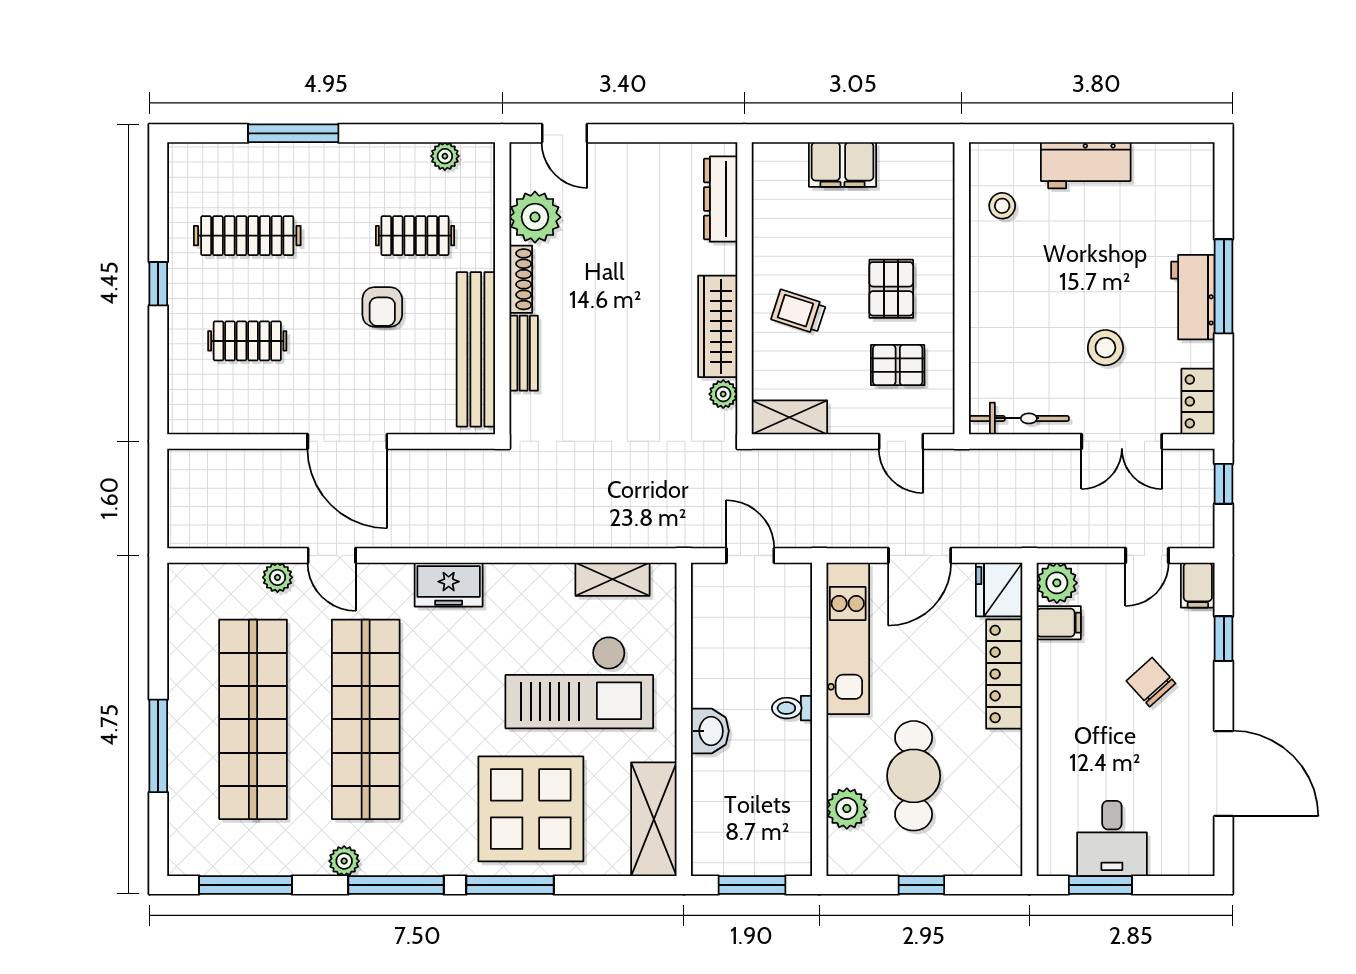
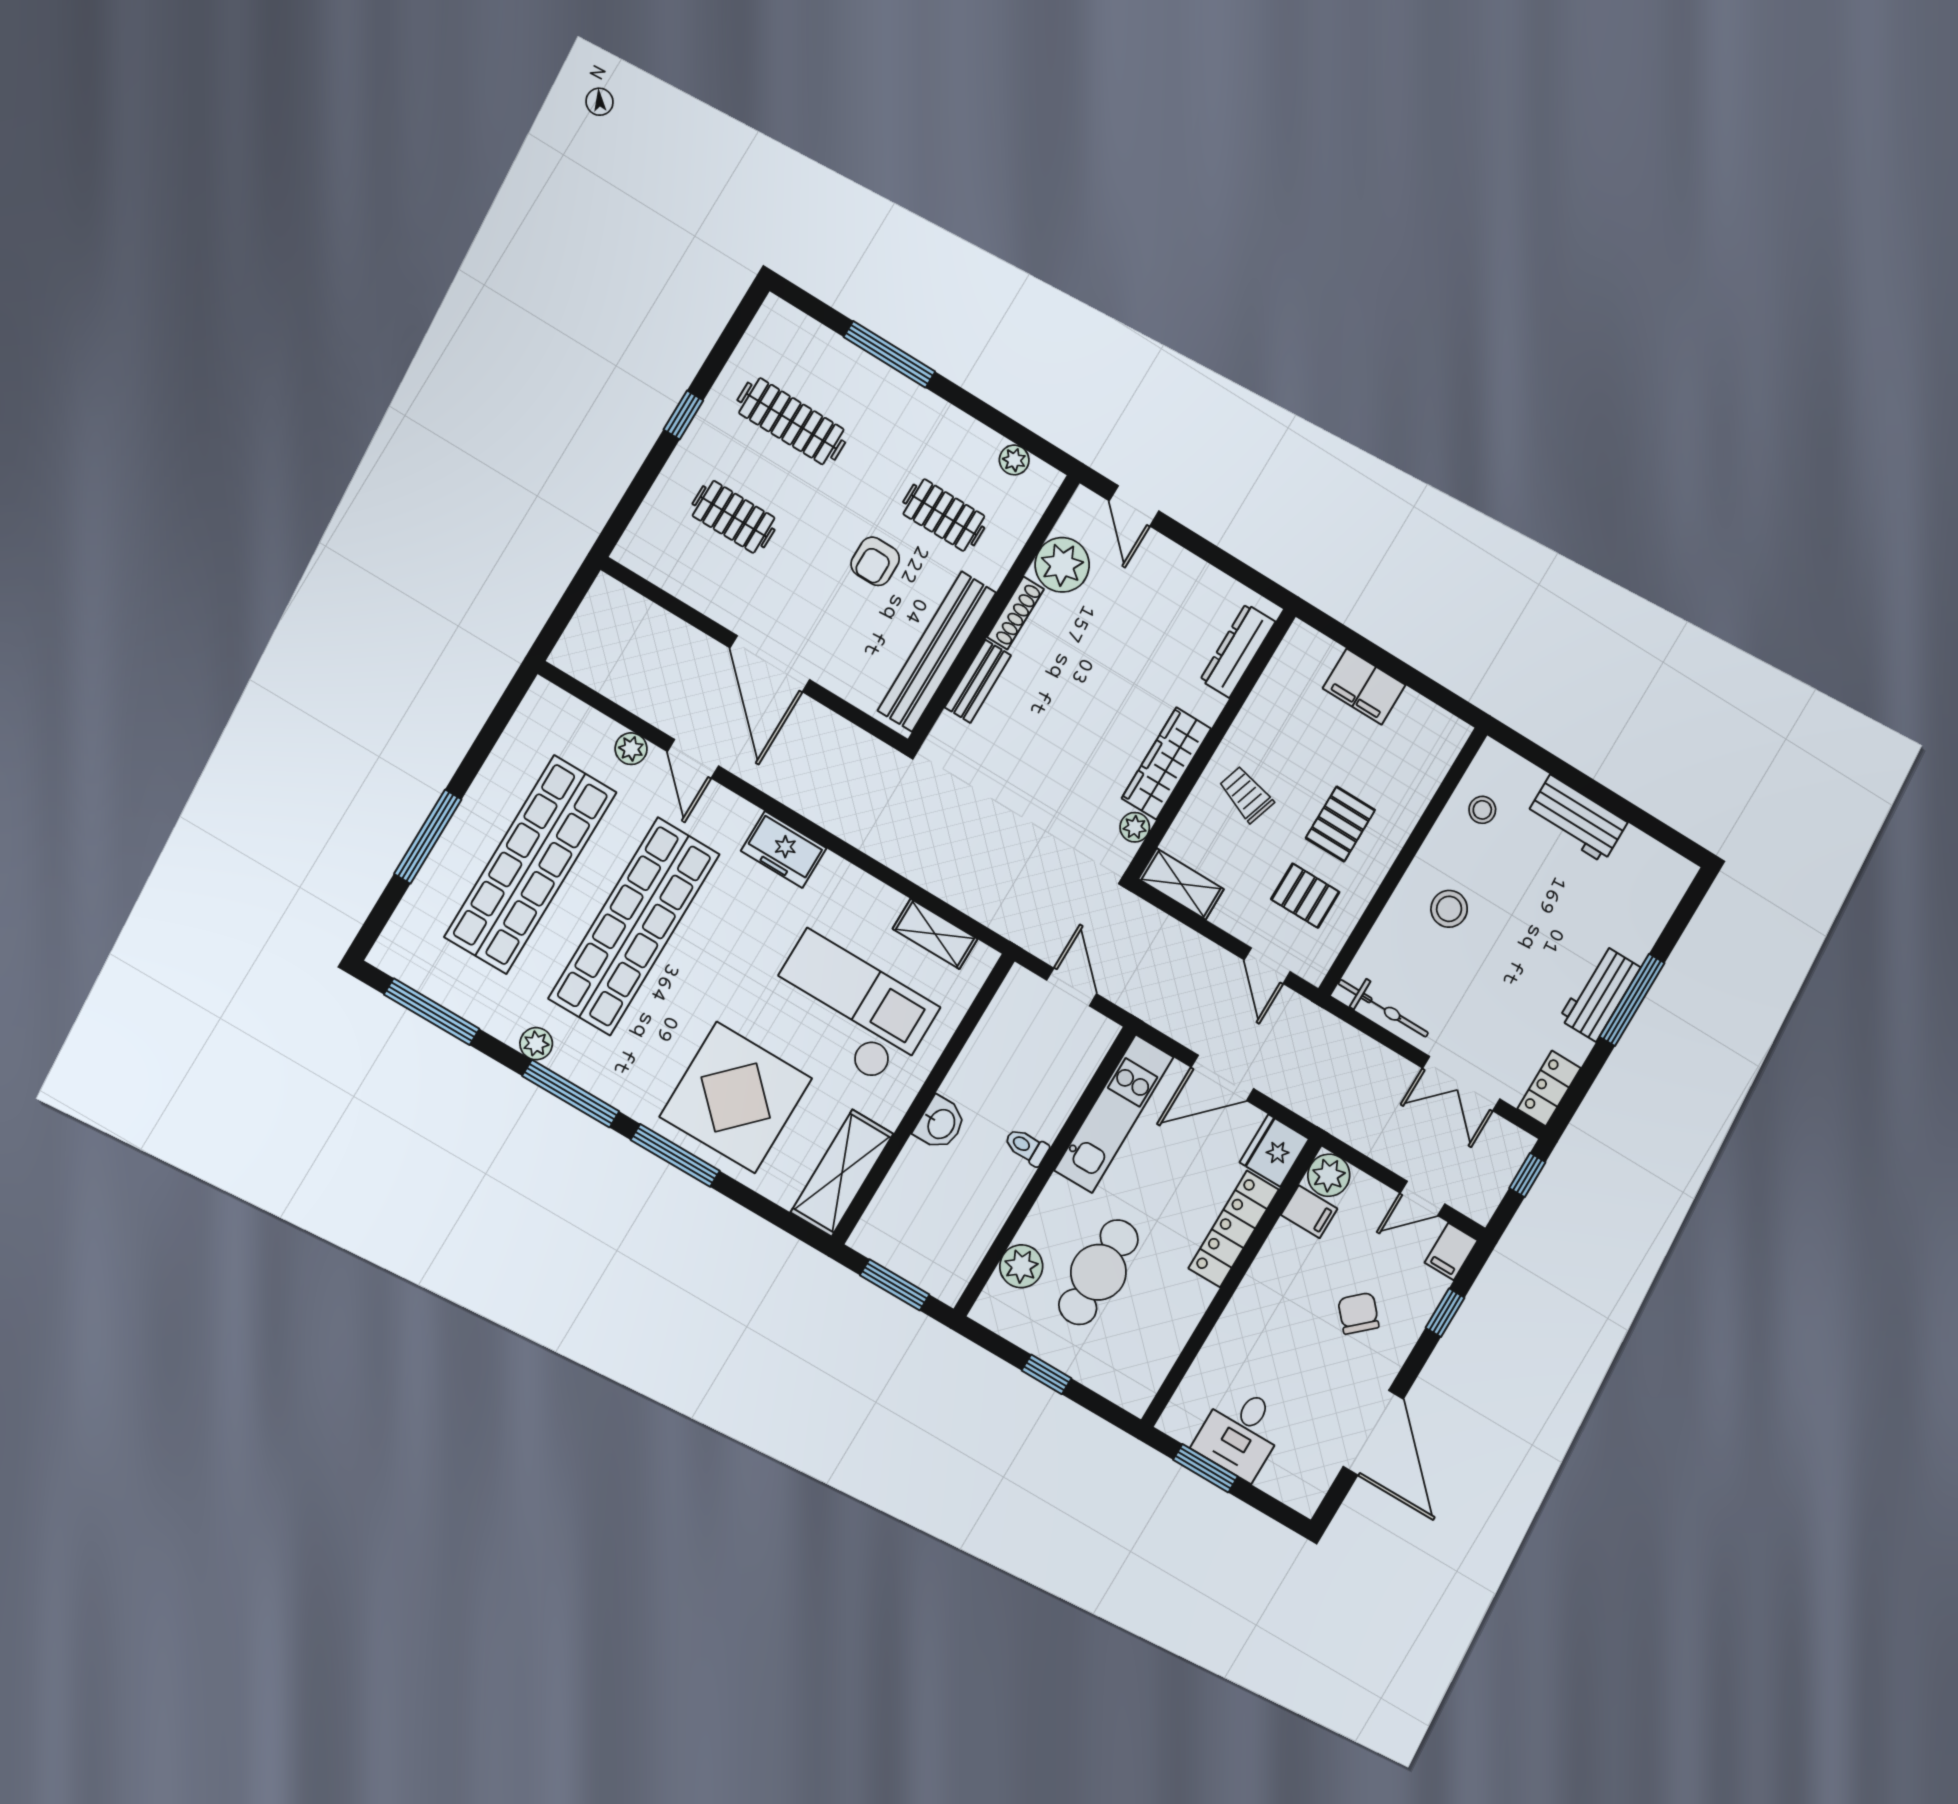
stool: (1105, 348) -> (1449, 909), moved
checkout: (579, 682) -> (849, 1009), turned 180

